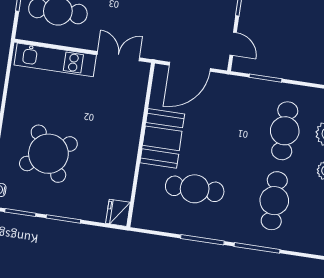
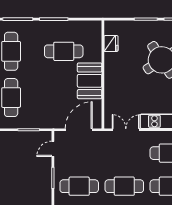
door: (233, 44) -> (53, 149), hinge flipped
double door: (118, 56) -> (126, 130), swing flipped
fridge: (118, 213) -> (111, 44), moved

